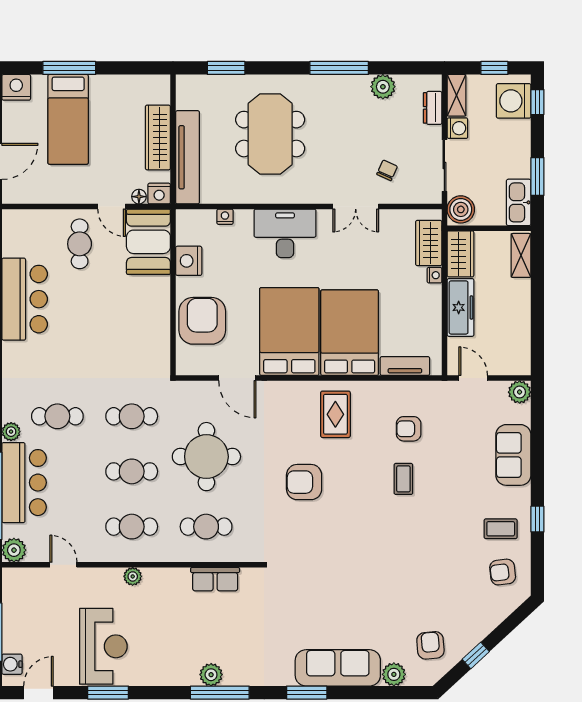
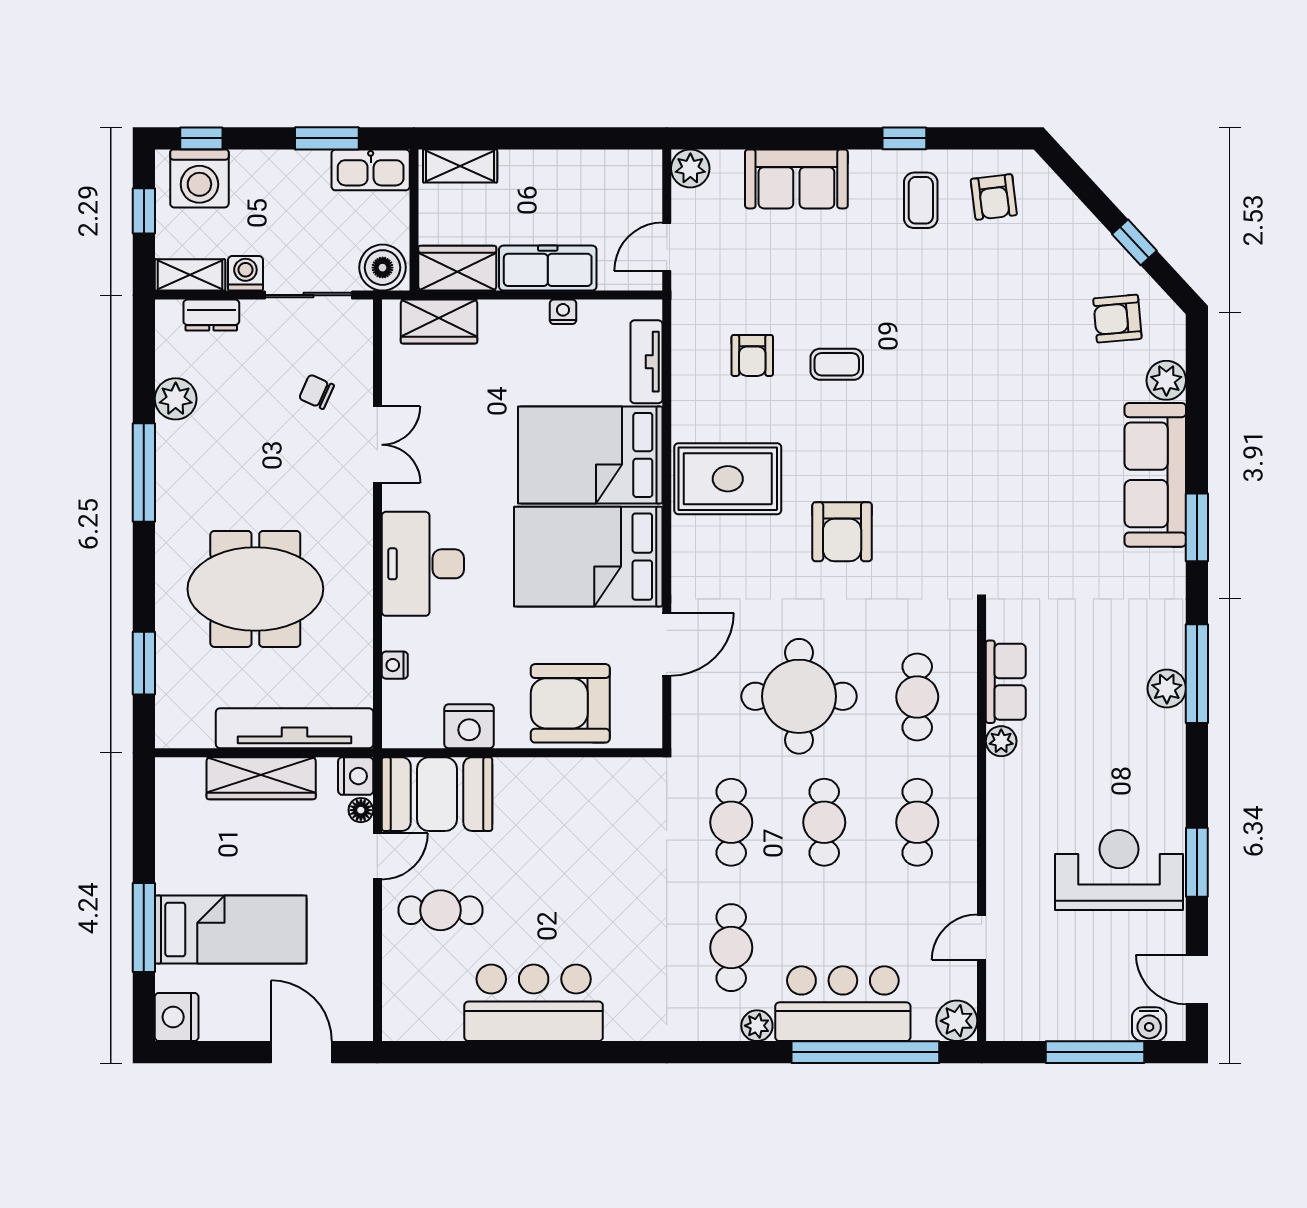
nightstand: (434, 275) -> (563, 312), moved
rug: (335, 414) -> (728, 479), width x1.36, depth x1.43
plant: (133, 576) -> (1001, 741), moved

